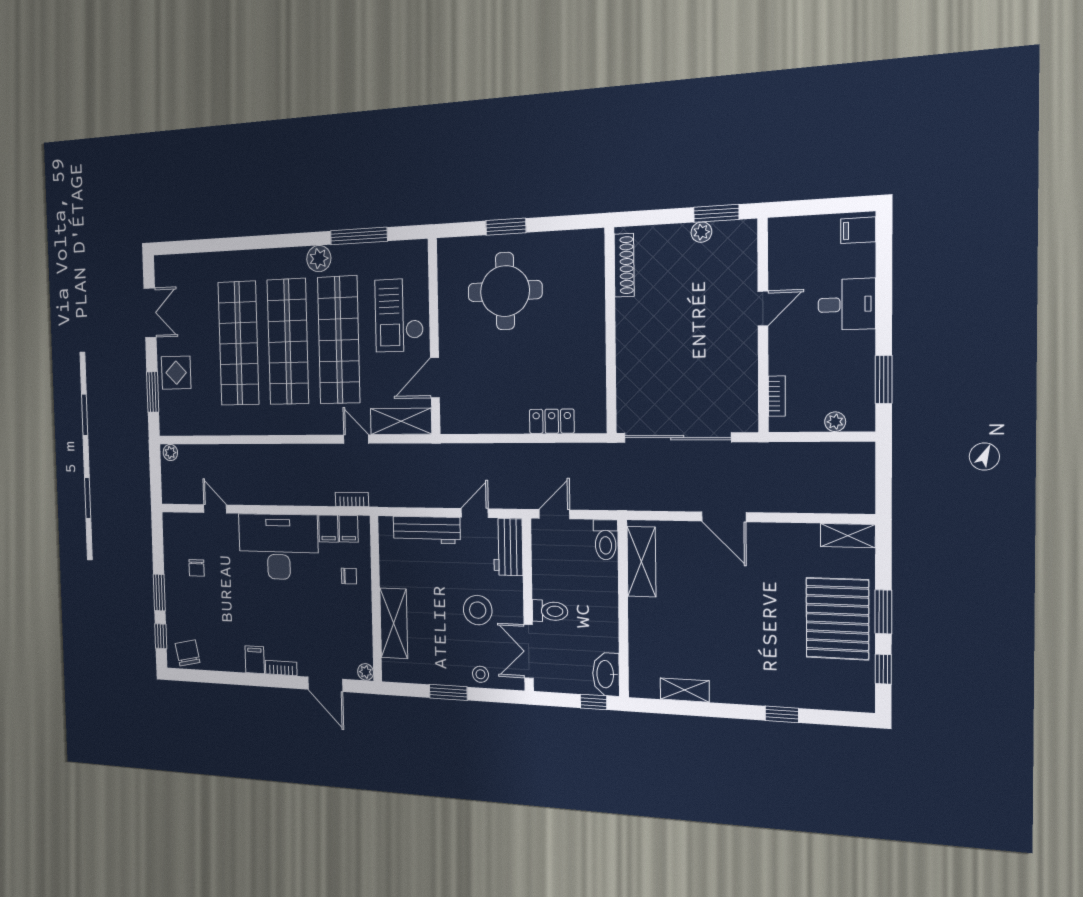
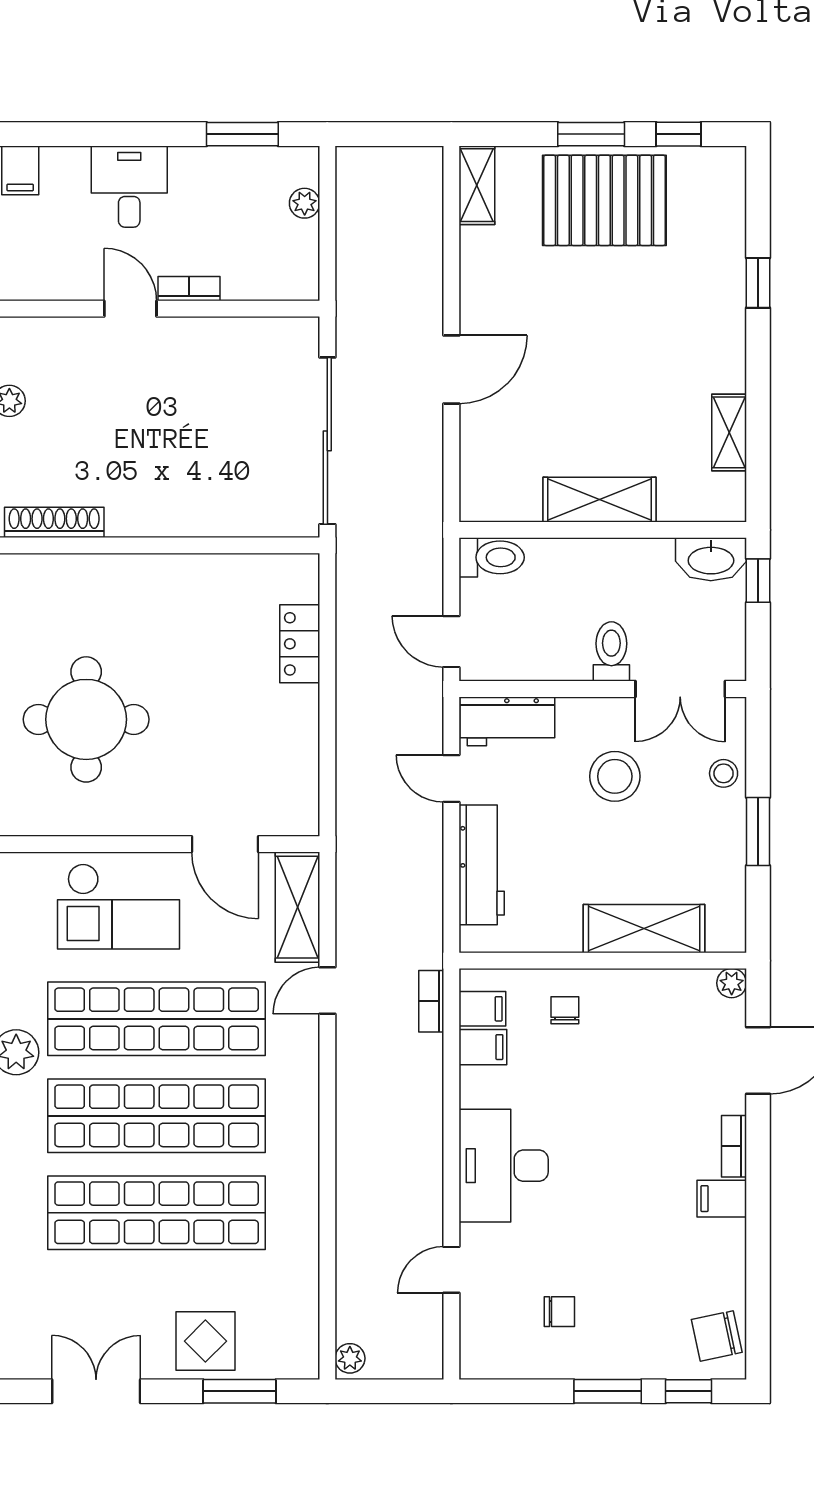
bookcase: (777, 396) -> (189, 289), moved
desk: (278, 547) -> (504, 1166), width x0.73, depth x0.77
shelving: (641, 562) -> (600, 500), moved

